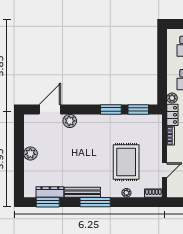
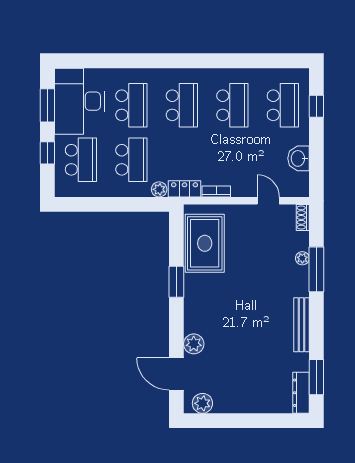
window: (138, 109) -> (176, 240), removed
plant: (30, 154) -> (202, 403), moved
rug: (126, 162) -> (205, 243), moved, turned 90
dresser: (50, 192) -> (301, 393), moved
window: (95, 202) -> (316, 269), moved

